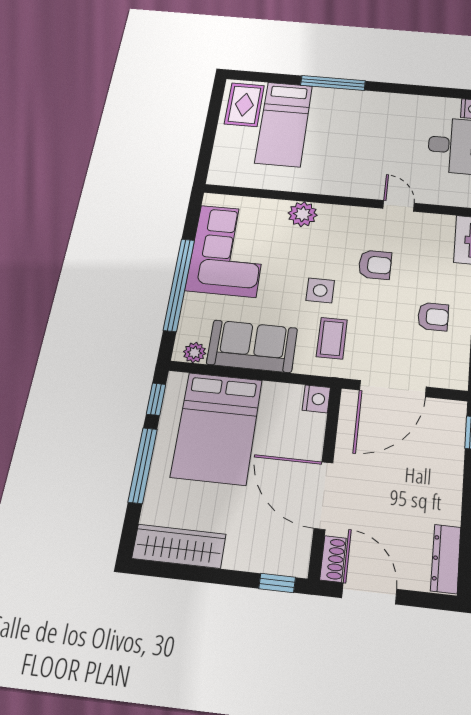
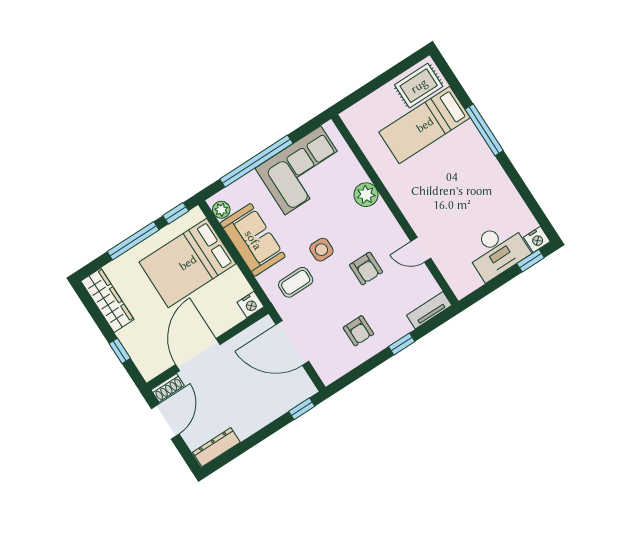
door: (399, 206) -> (421, 250), swing flipped
window: (277, 583) -> (120, 351), moved

